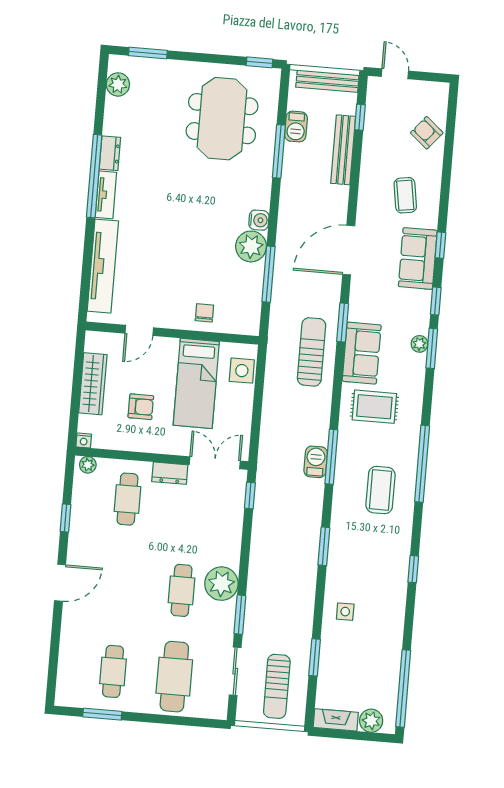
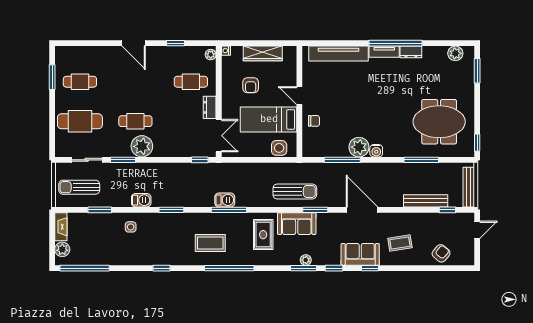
barbecue: (296, 127) -> (141, 200), moved, turned 180
door: (139, 330) -> (299, 96), moved

